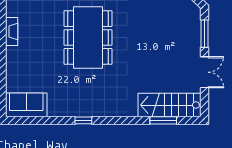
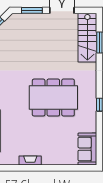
dining table: (88, 37) -> (53, 98), moved

